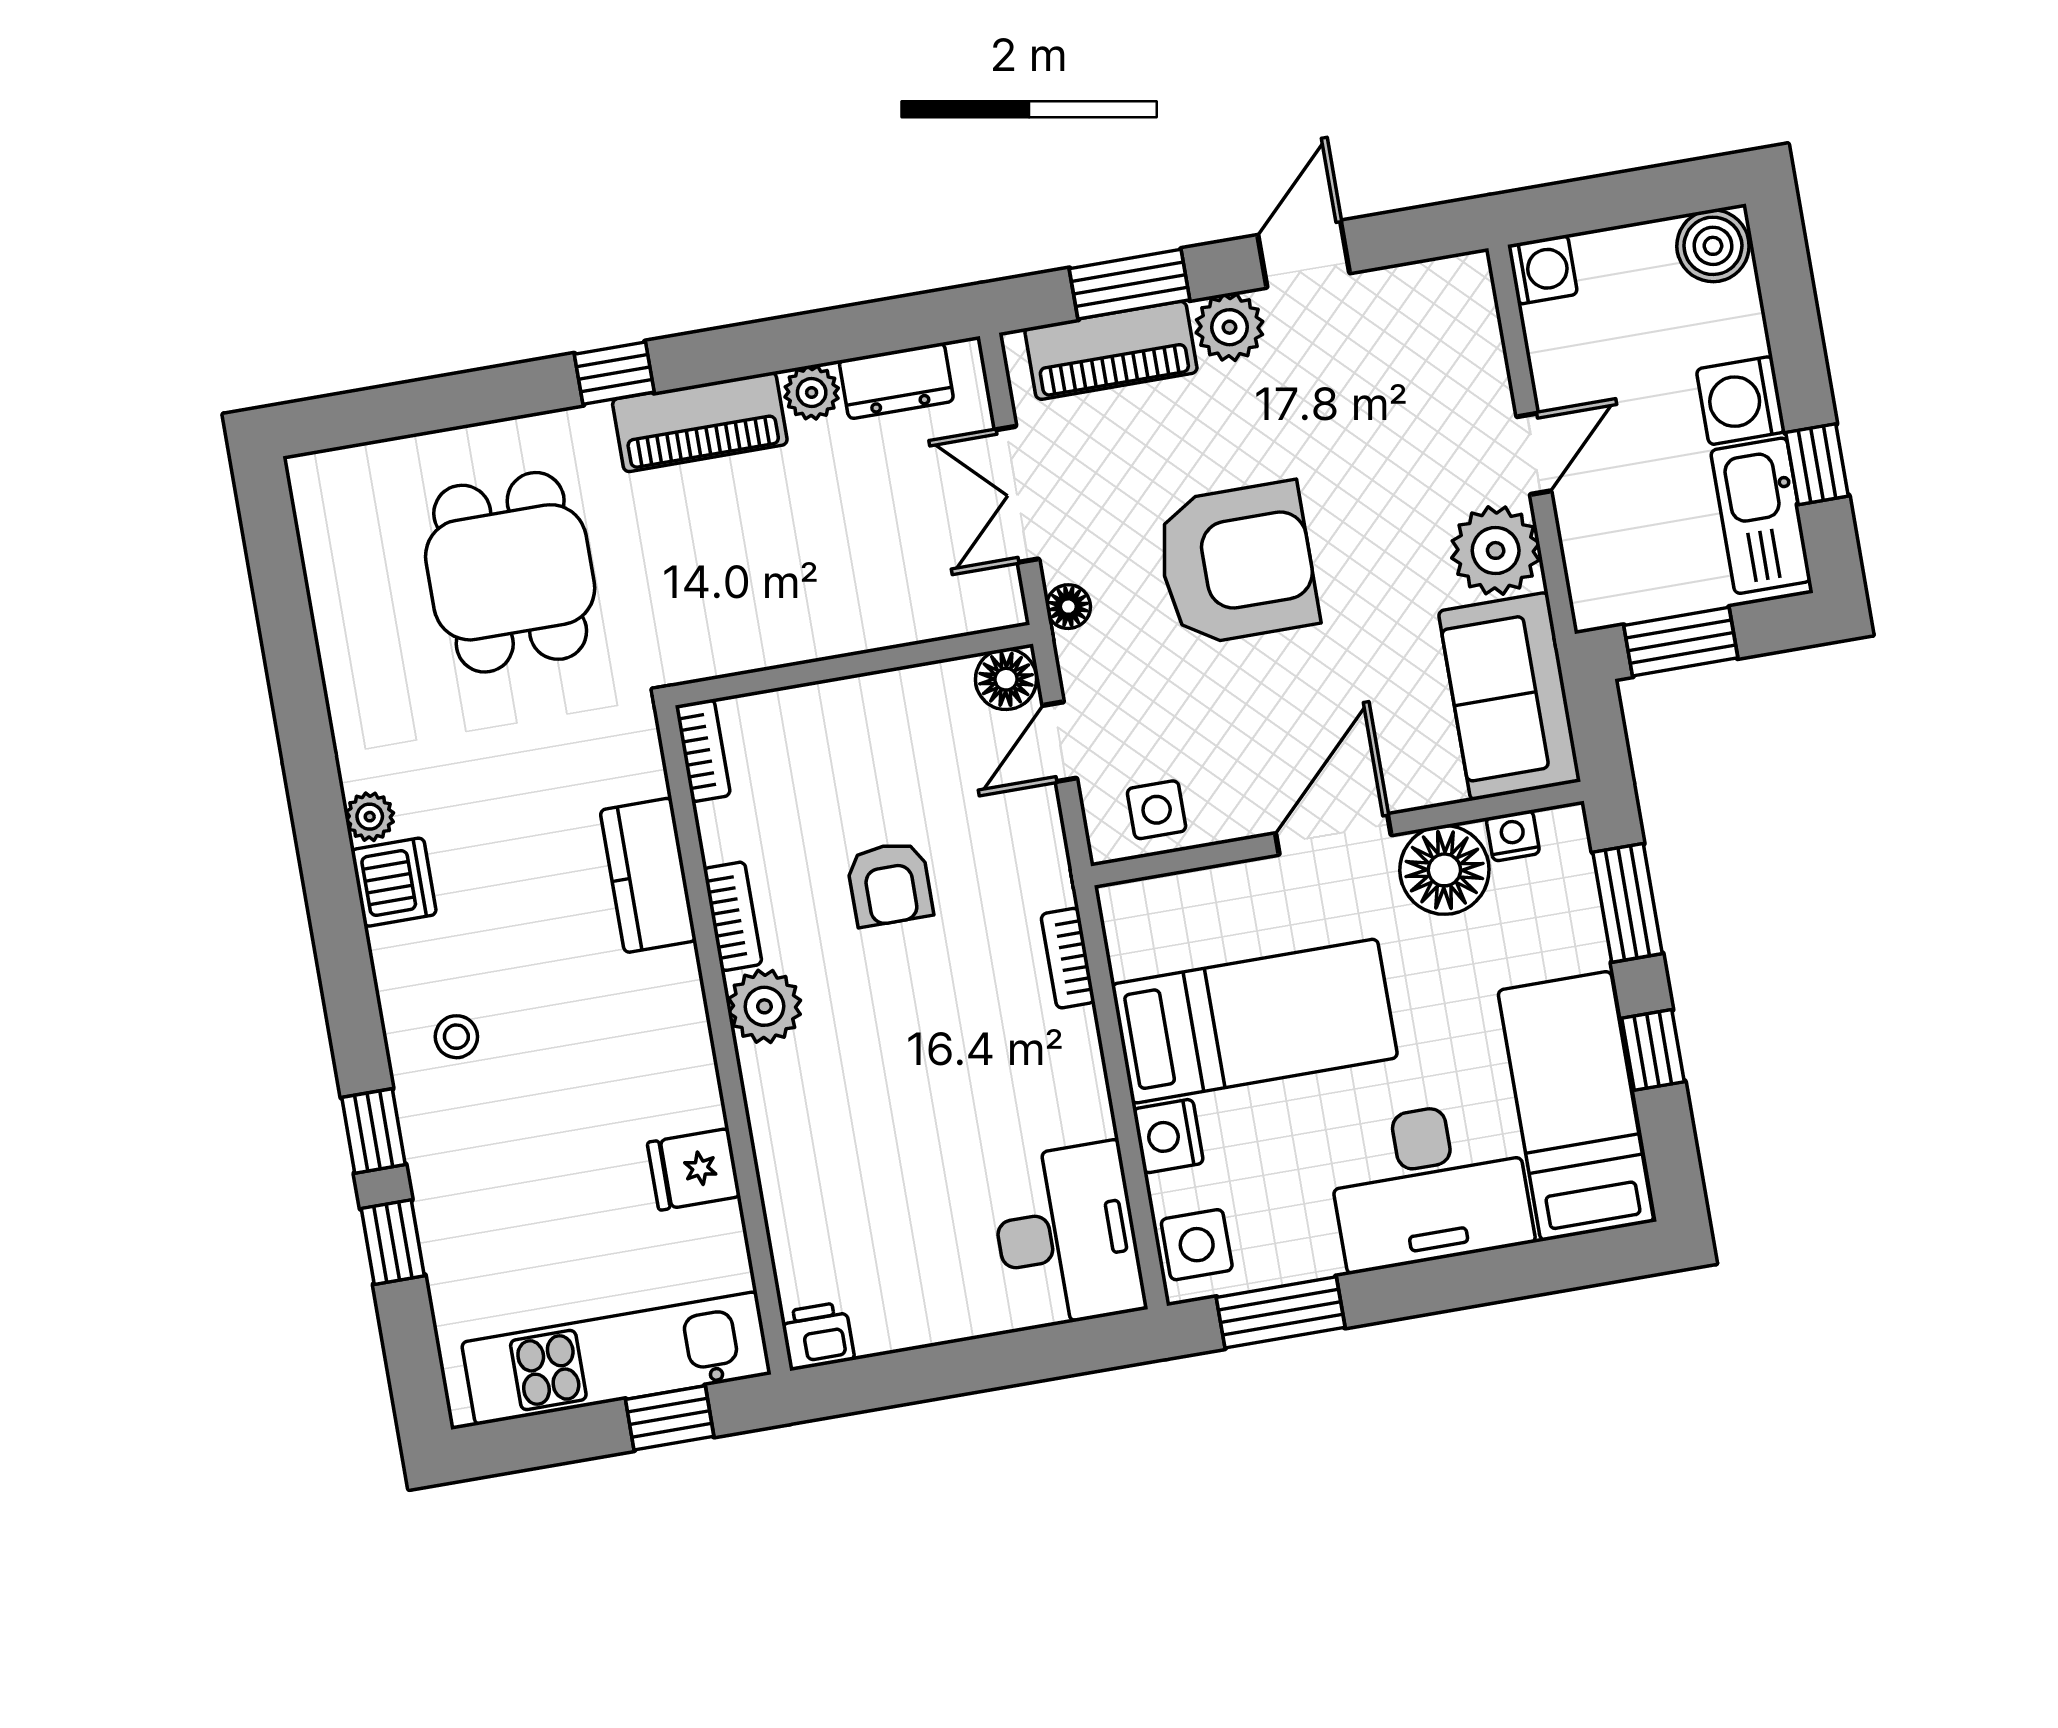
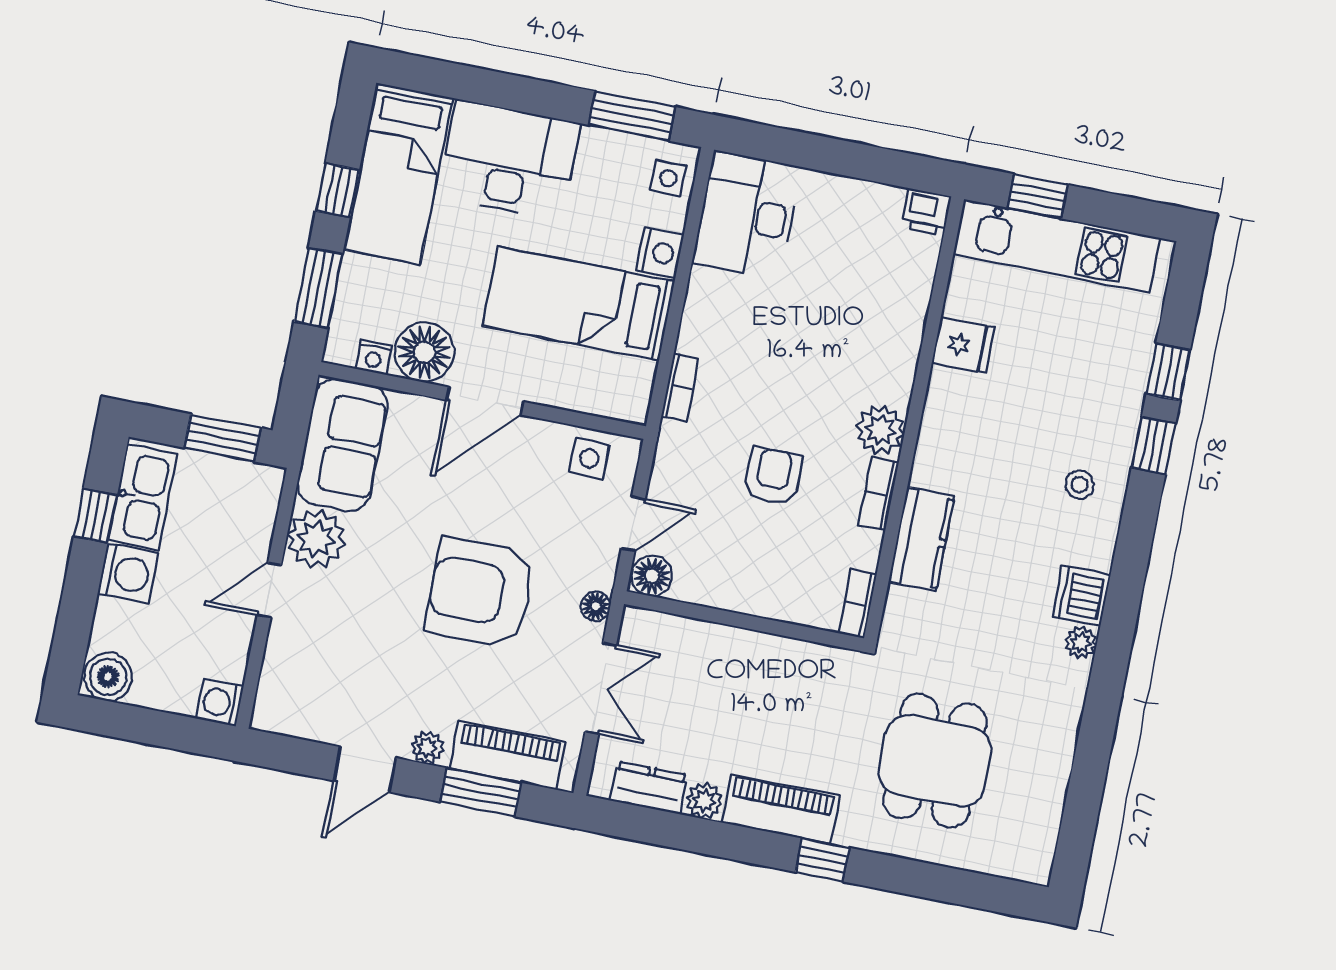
plant: (1229, 327) -> (427, 748), width x0.73, depth x0.73
side table: (1197, 1245) -> (668, 178), width x0.73, depth x0.73

